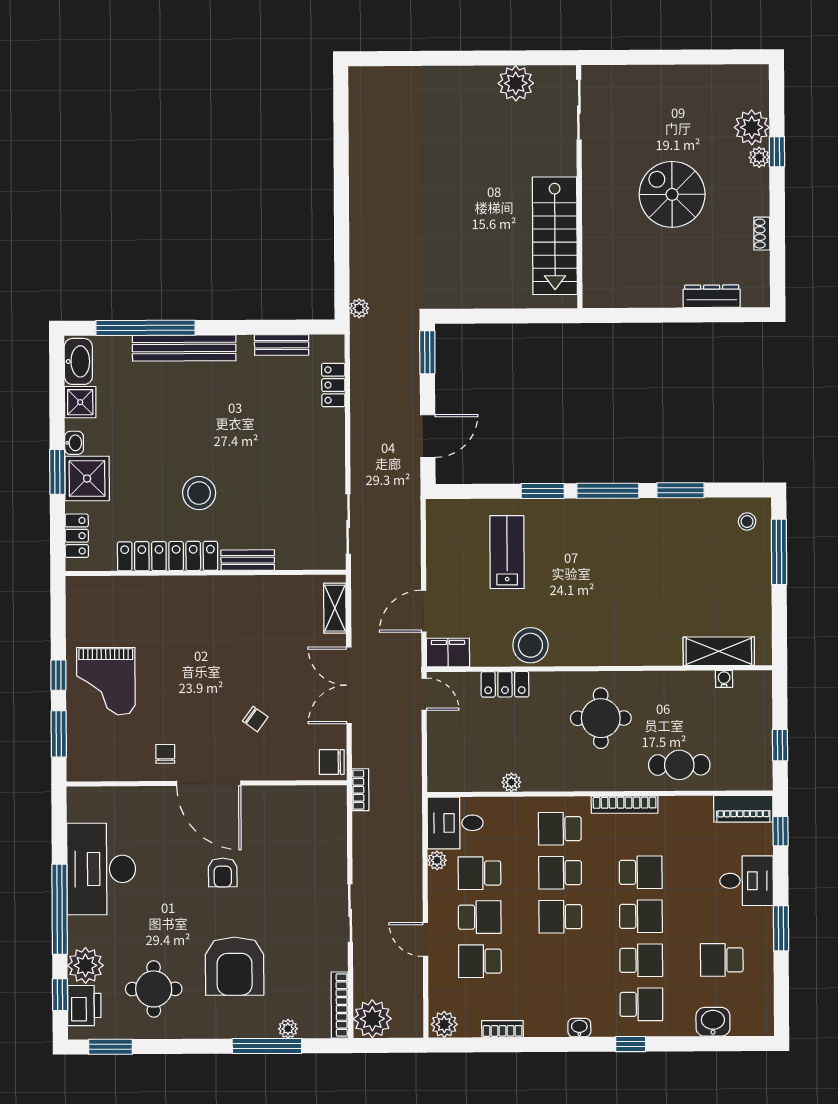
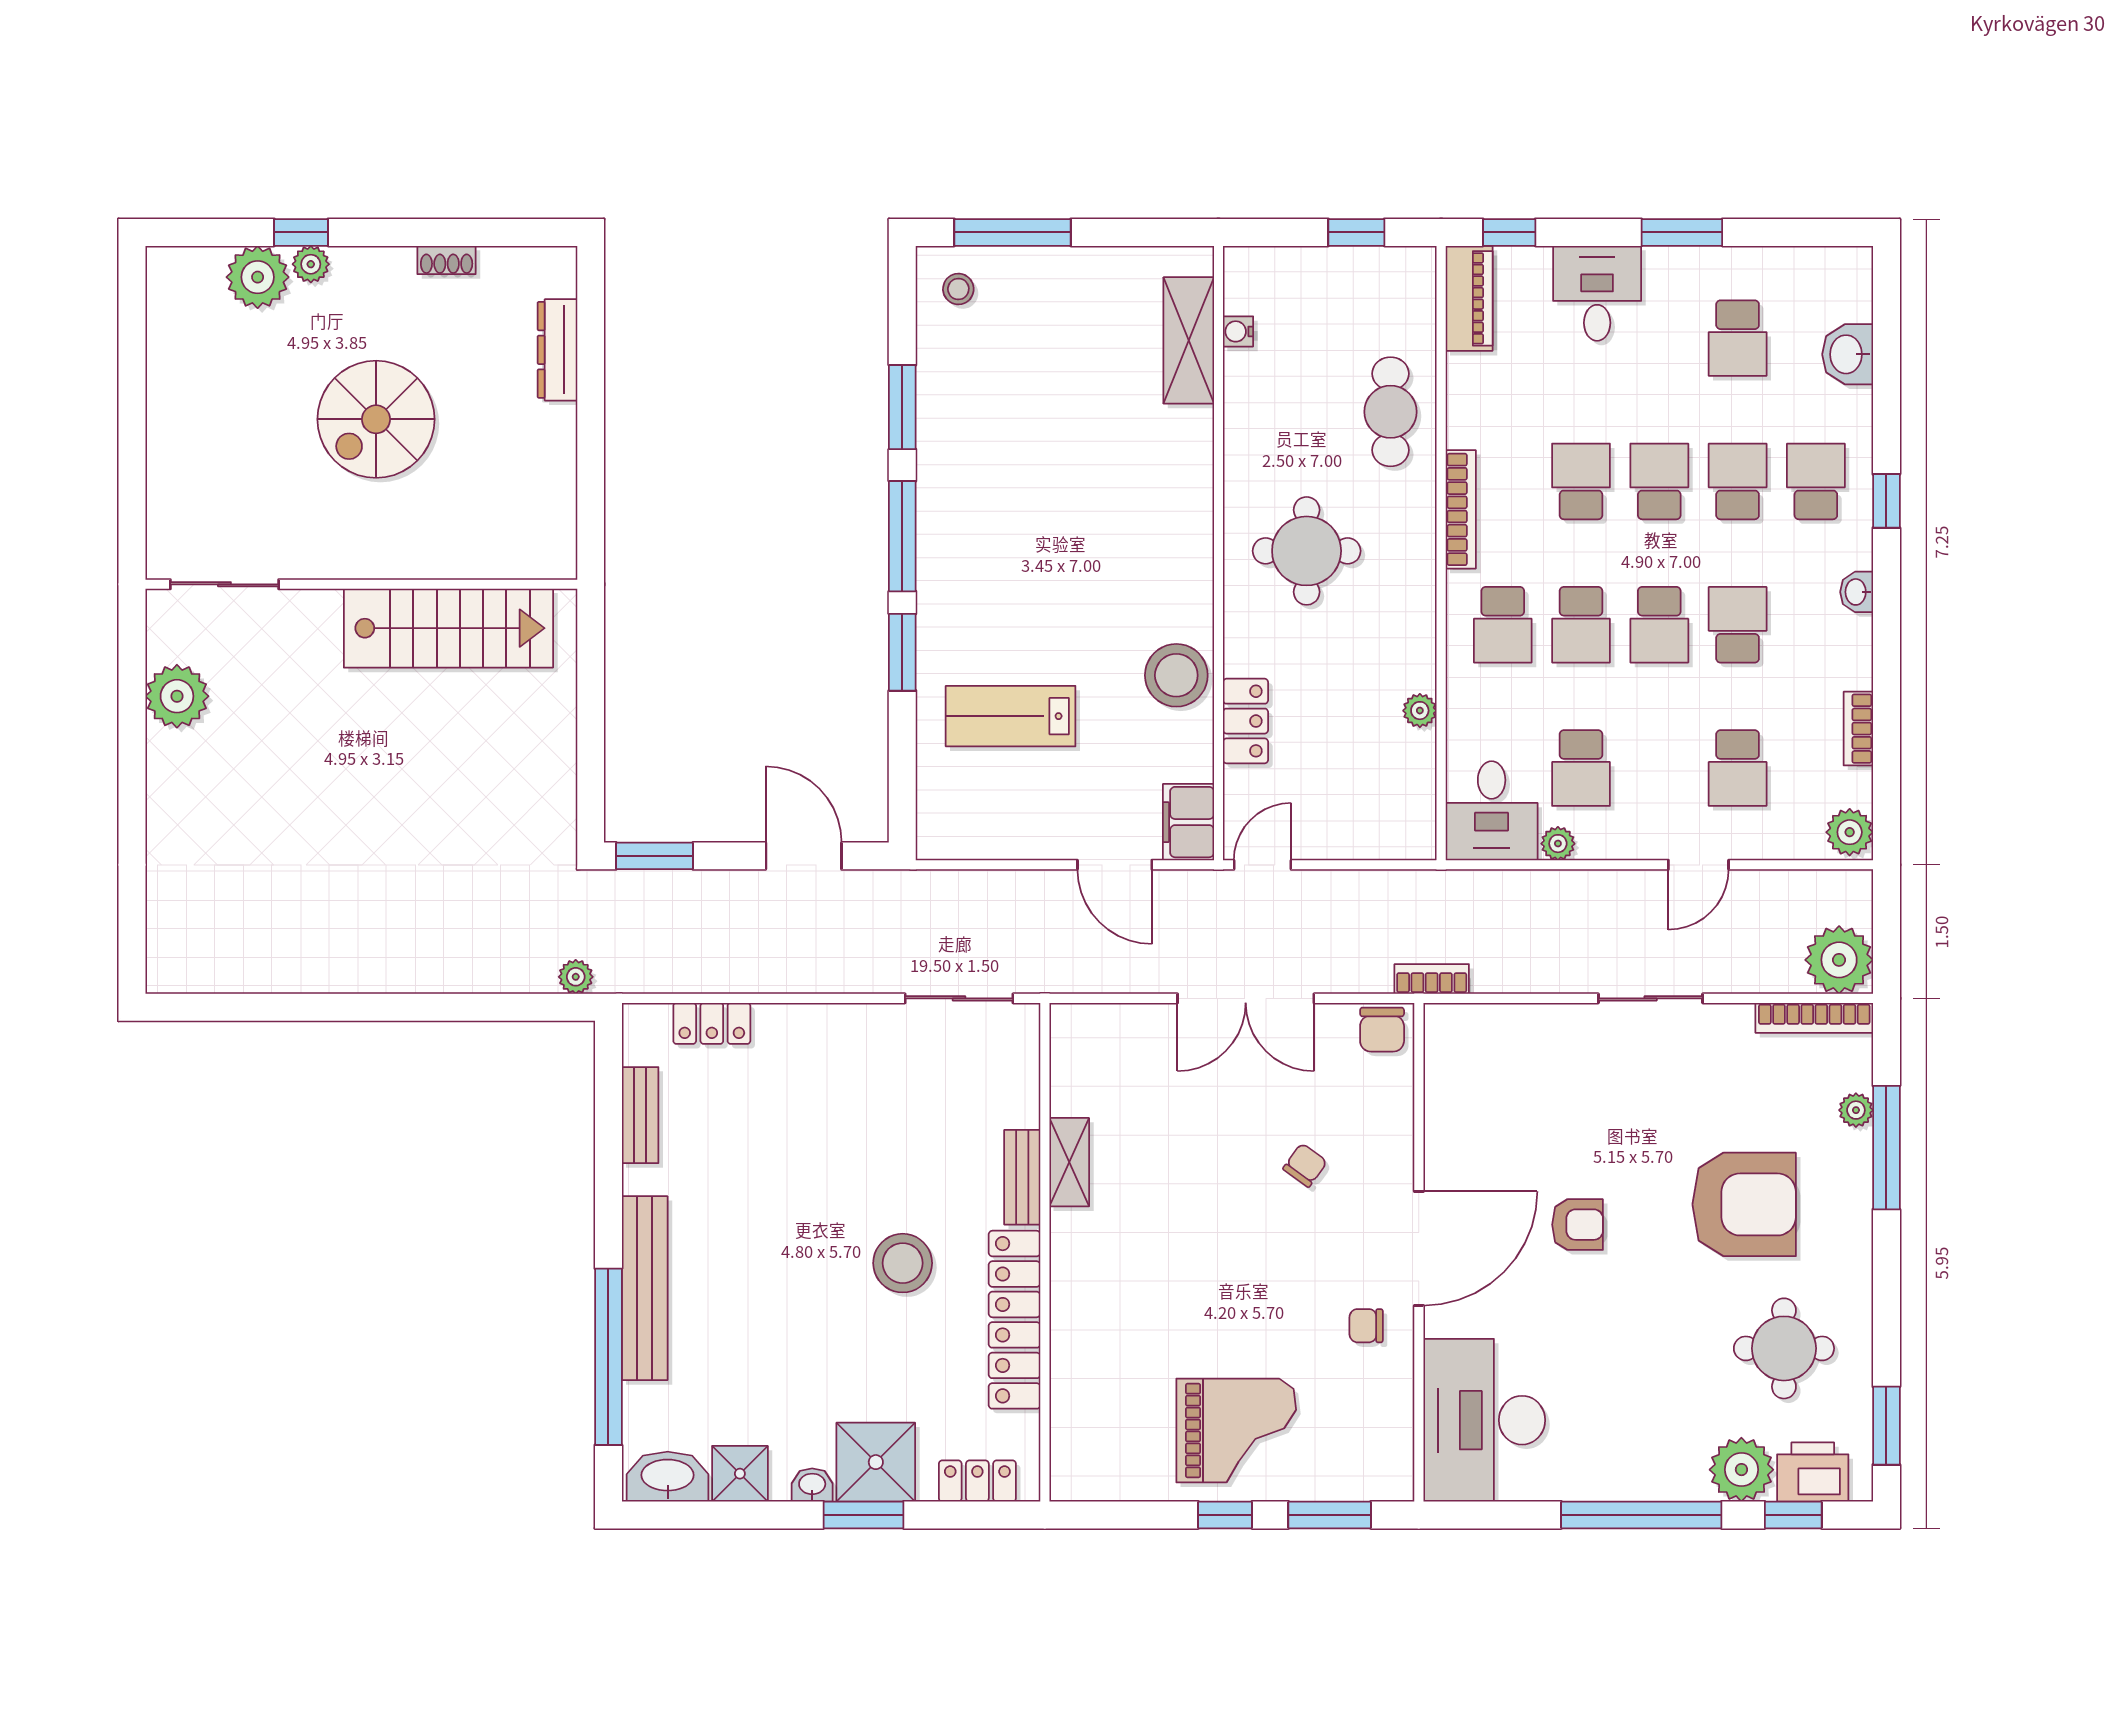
shelving: (335, 608) -> (1069, 1162), moved, turned 90
desk: (101, 869) -> (1484, 1420), moved, turned 90
school desk: (480, 917) -> (1738, 625), moved

